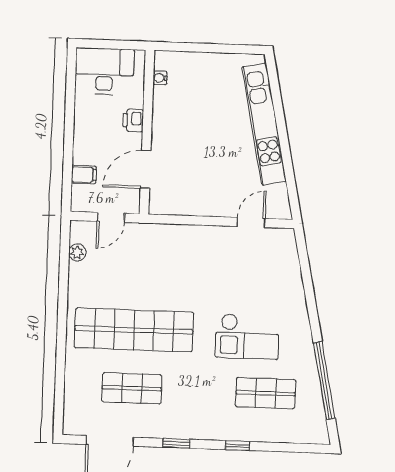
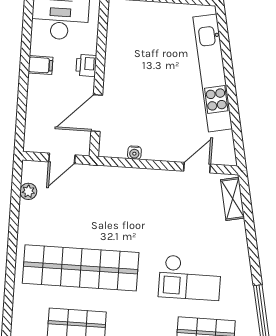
water cooler: (160, 78) -> (134, 153), moved, turned -90
filing cabinet: (84, 174) -> (40, 65), moved
shelving: (289, 254) -> (233, 199), added

